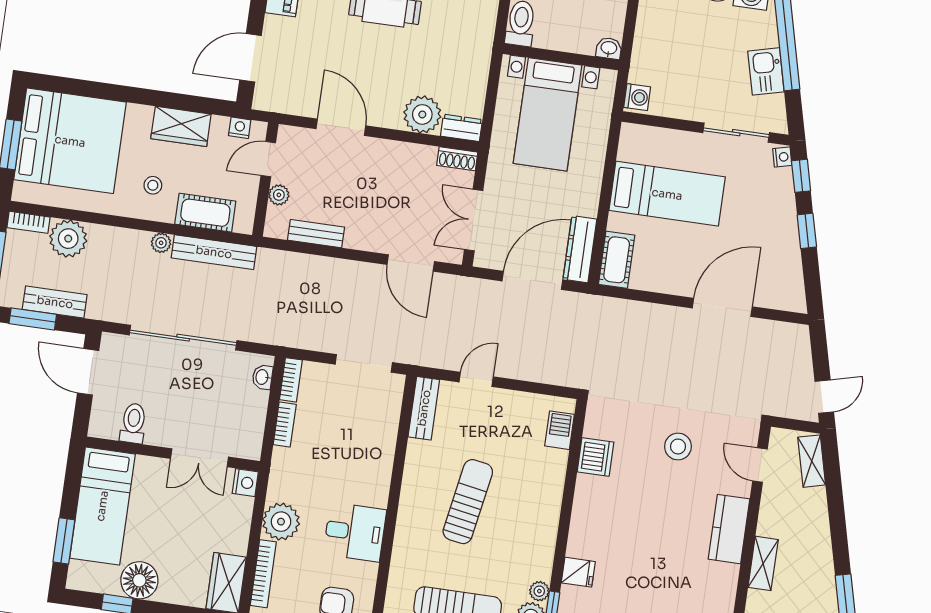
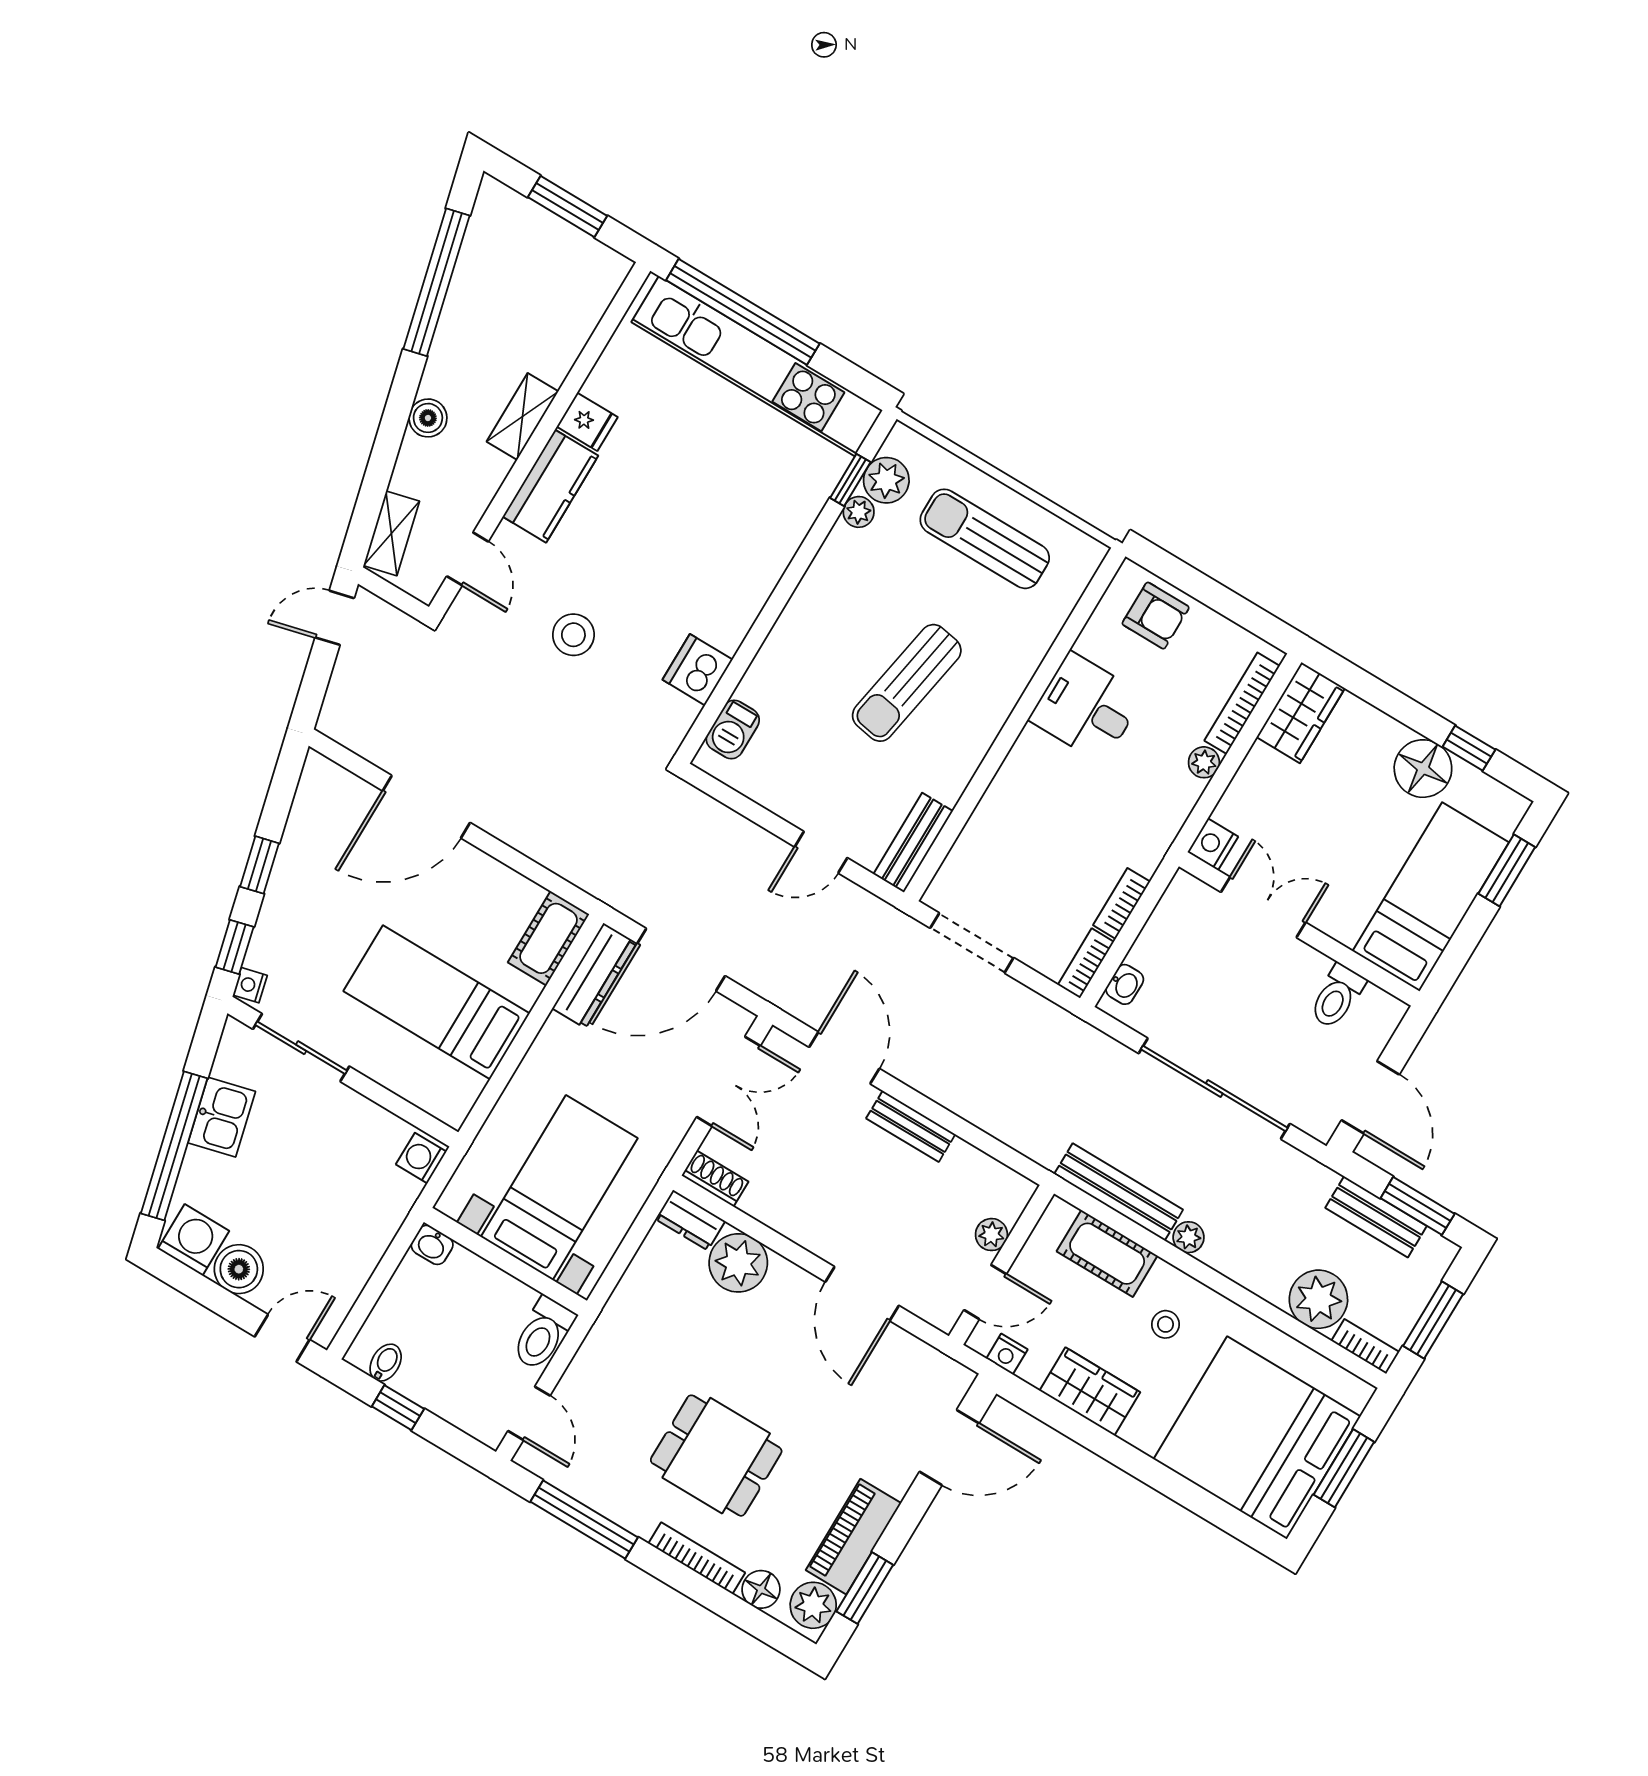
bench: (316, 234) -> (911, 1126), moved
plant: (281, 522) -> (1204, 762), width x0.53, depth x0.53
boiler: (819, 539) -> (428, 418), added
fridge: (578, 572) -> (587, 422), moved, turned 180

